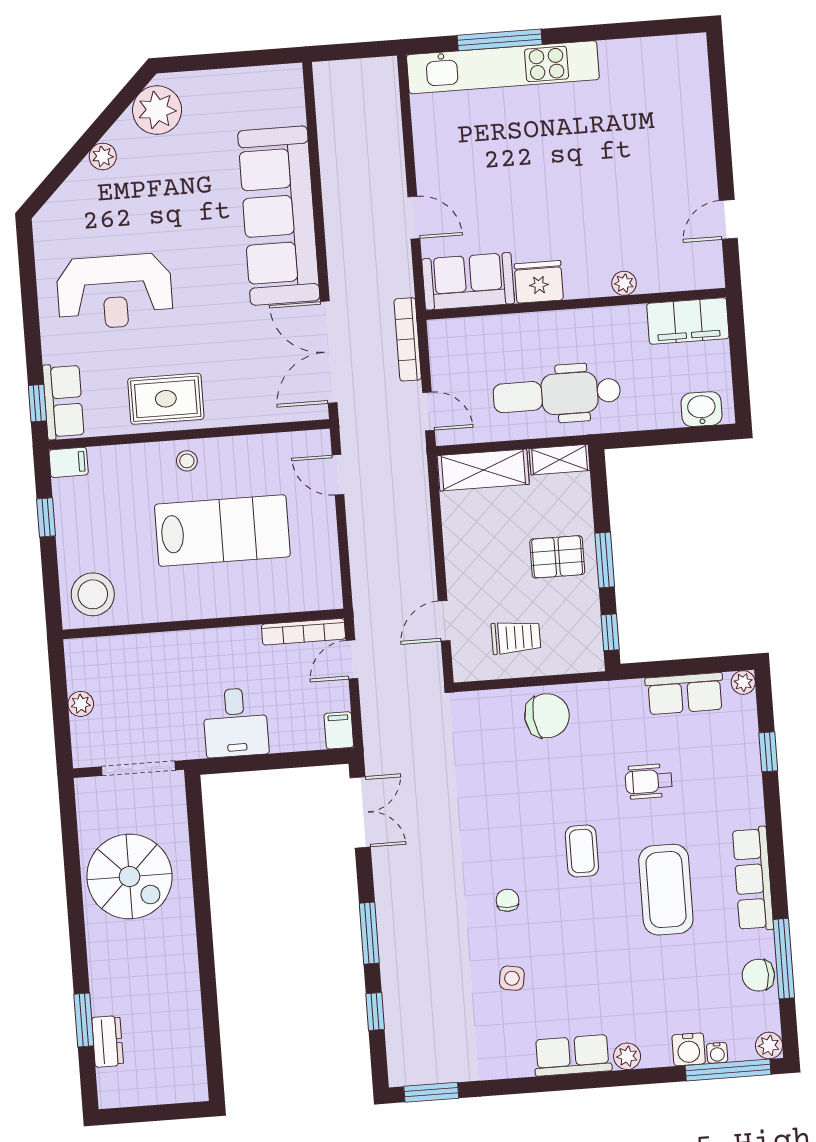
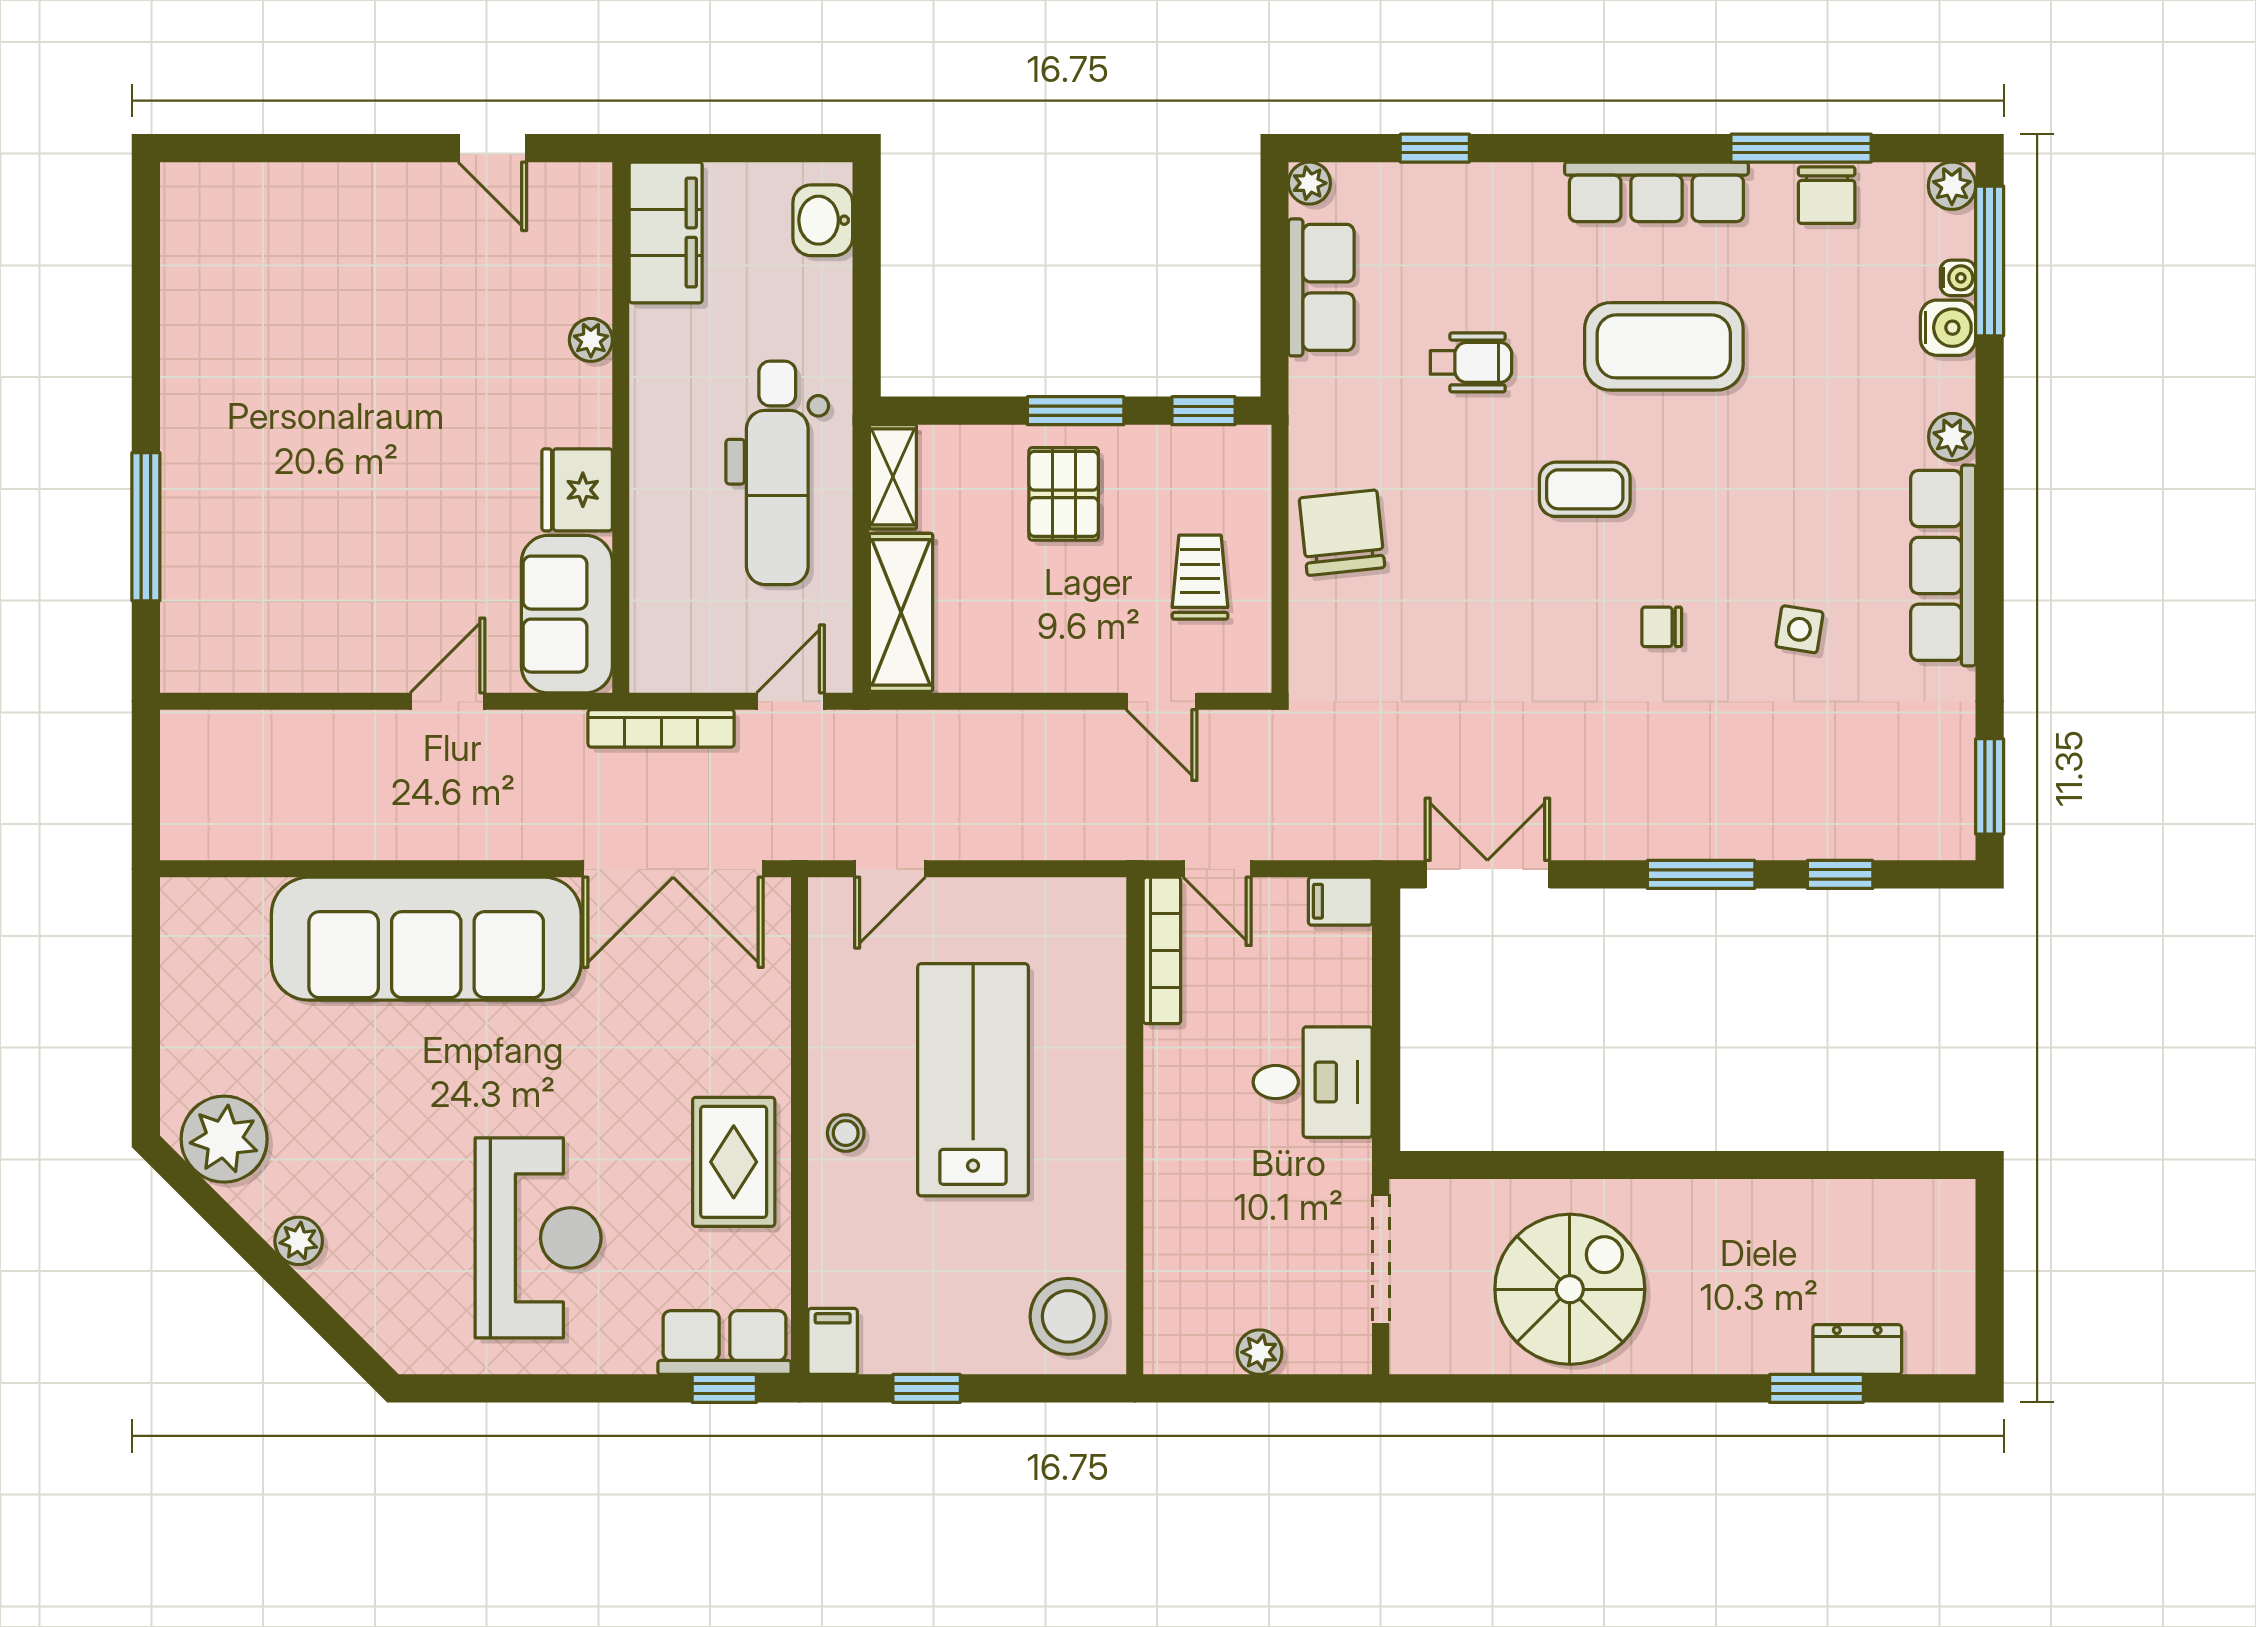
kitchen unit: (503, 67) -> (195, 525), removed
wheelchair: (649, 781) -> (1471, 362), turned -90
row of seats: (572, 1055) -> (1943, 565), width x1.48

